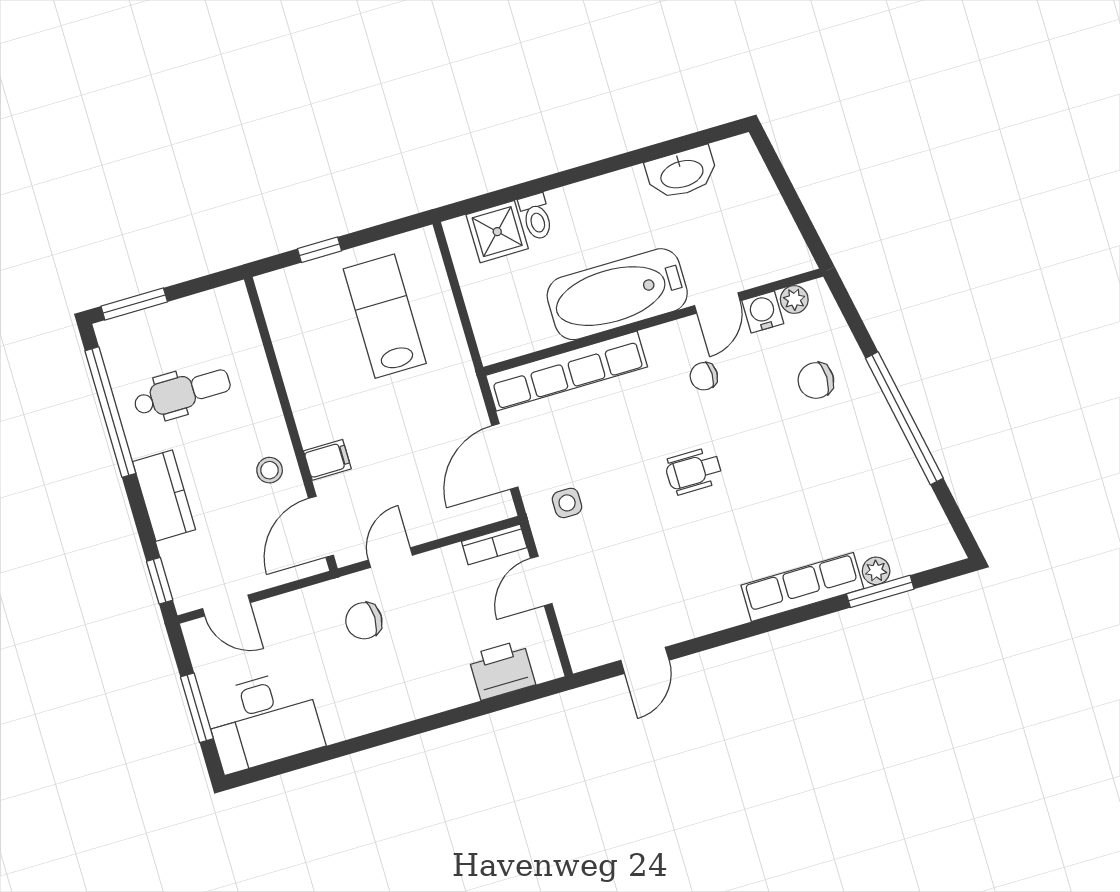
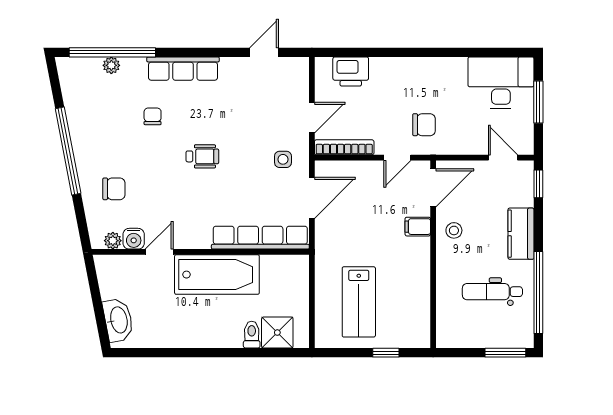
washbasin: (682, 173) -> (118, 320), moved, turned 79
chair: (704, 376) -> (153, 116), moved, turned -90
bookcase: (494, 545) -> (344, 147), width x1.56
row of seats: (802, 587) -> (183, 69), moved
window: (880, 591) -> (112, 52), width x2.11

